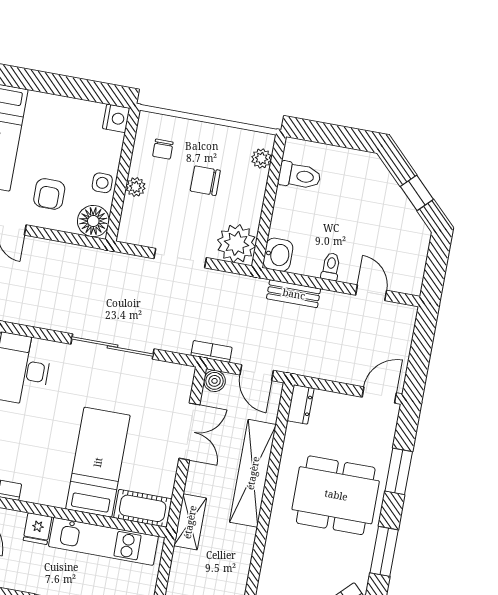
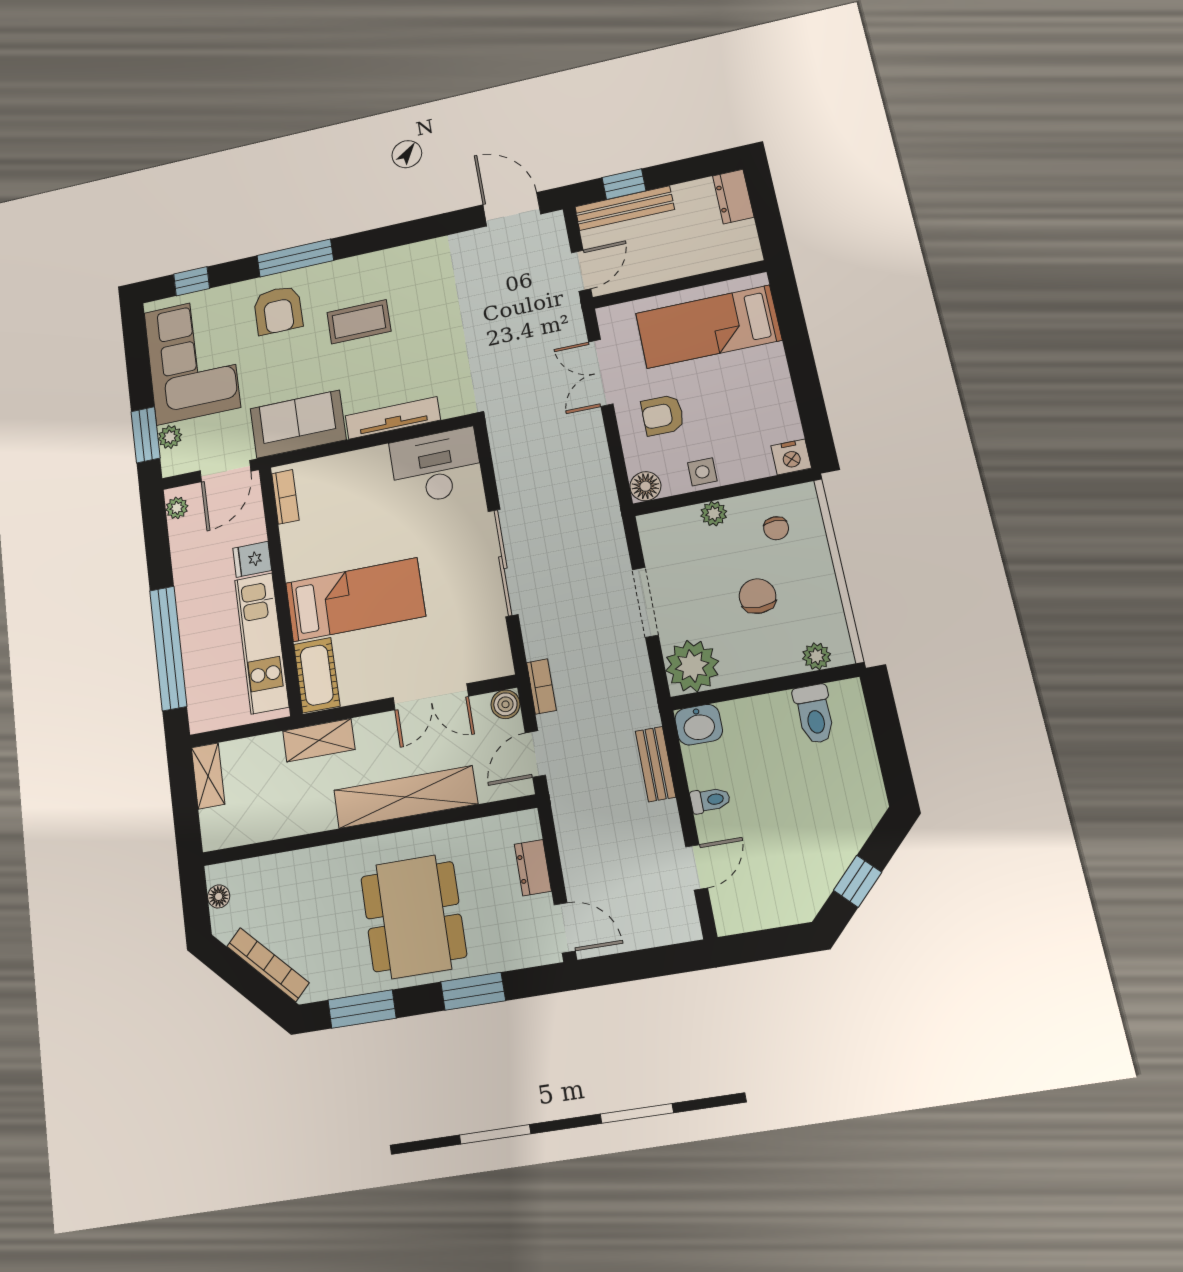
chair: (163, 149) -> (776, 528), turned -90
floor lamp: (93, 221) -> (645, 486), width x0.73, depth x0.73
dresser: (301, 404) -> (533, 868), moved, turned 90

